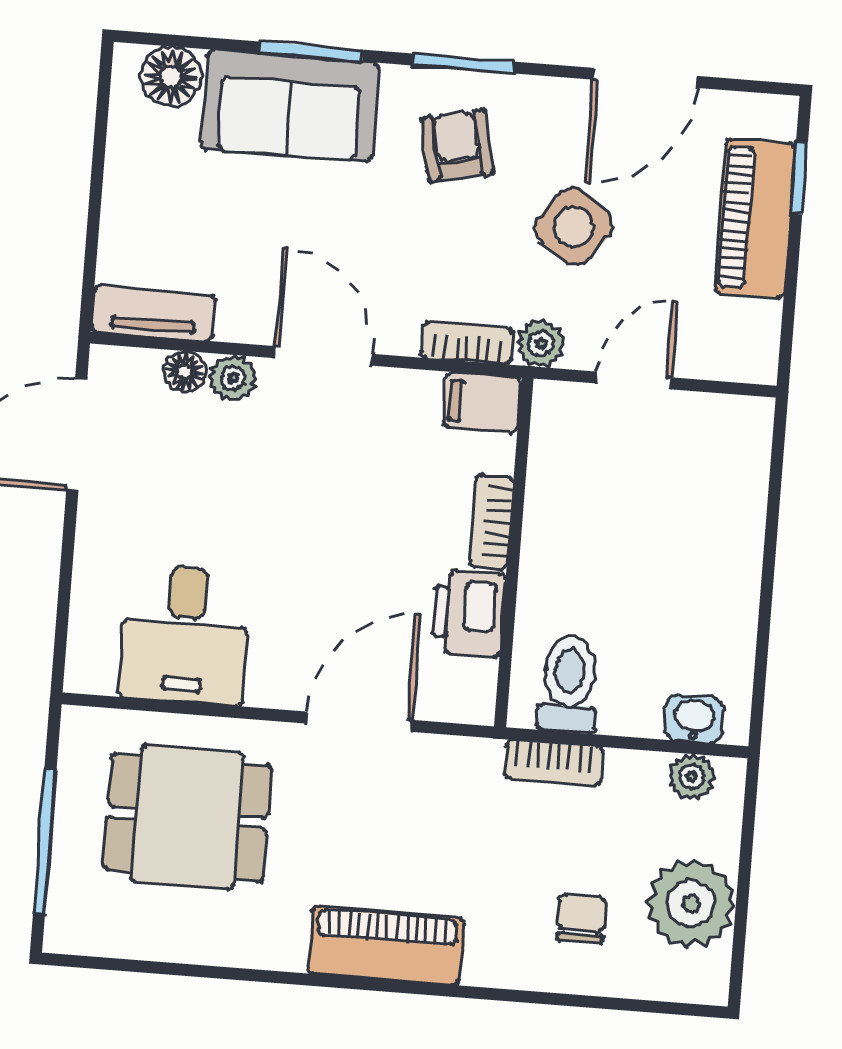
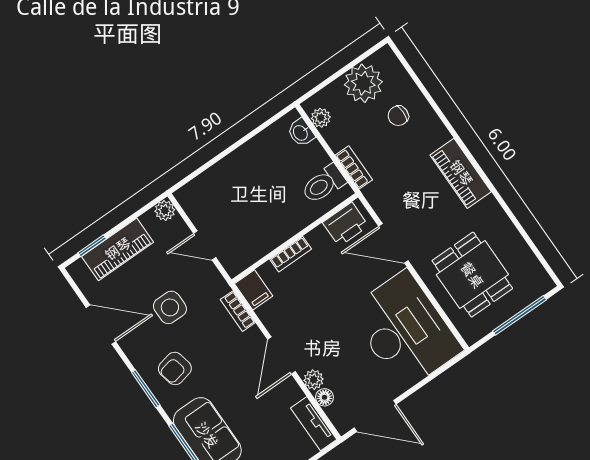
side table: (574, 227) -> (170, 307), turned -35
plant: (541, 344) -> (165, 210), moved
printer: (468, 613) -> (345, 224), moved
desk: (185, 634) -> (405, 330), width x1.87, depth x1.30

